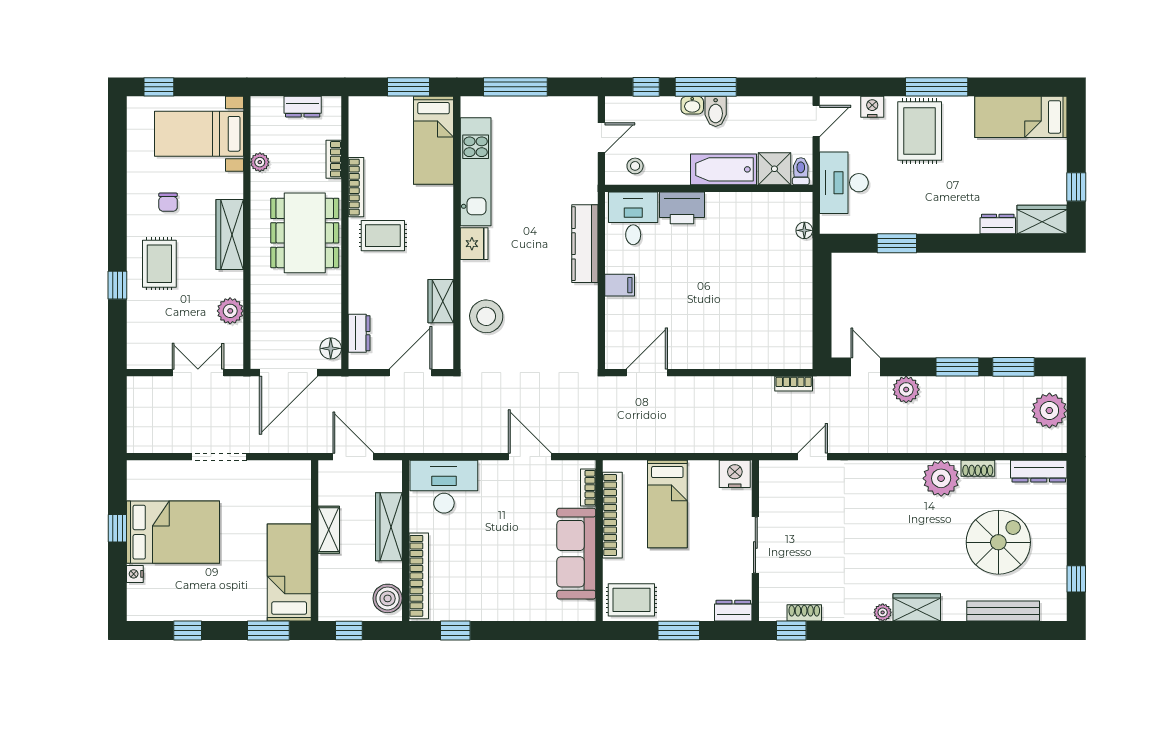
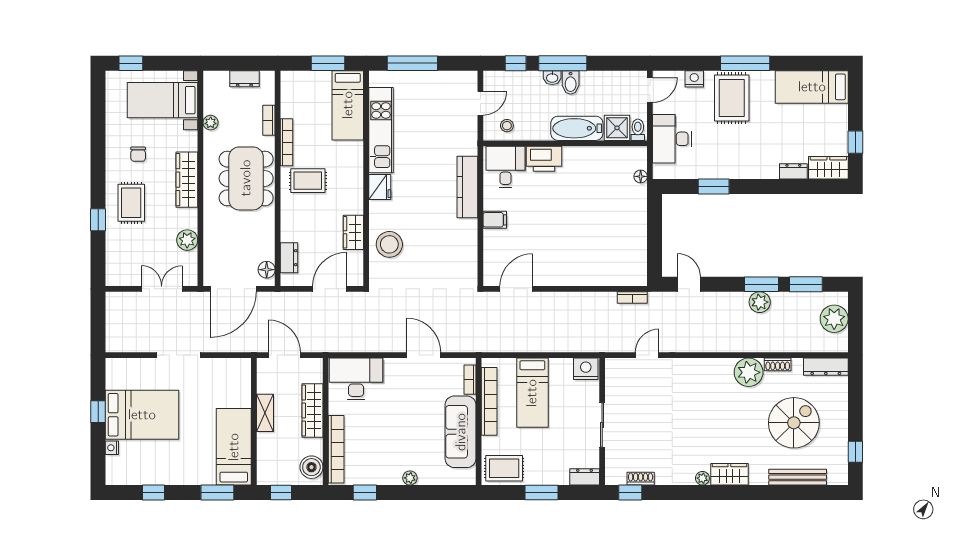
plant: (906, 390) -> (760, 302), moved
plant: (512, 612) -> (410, 478), added

